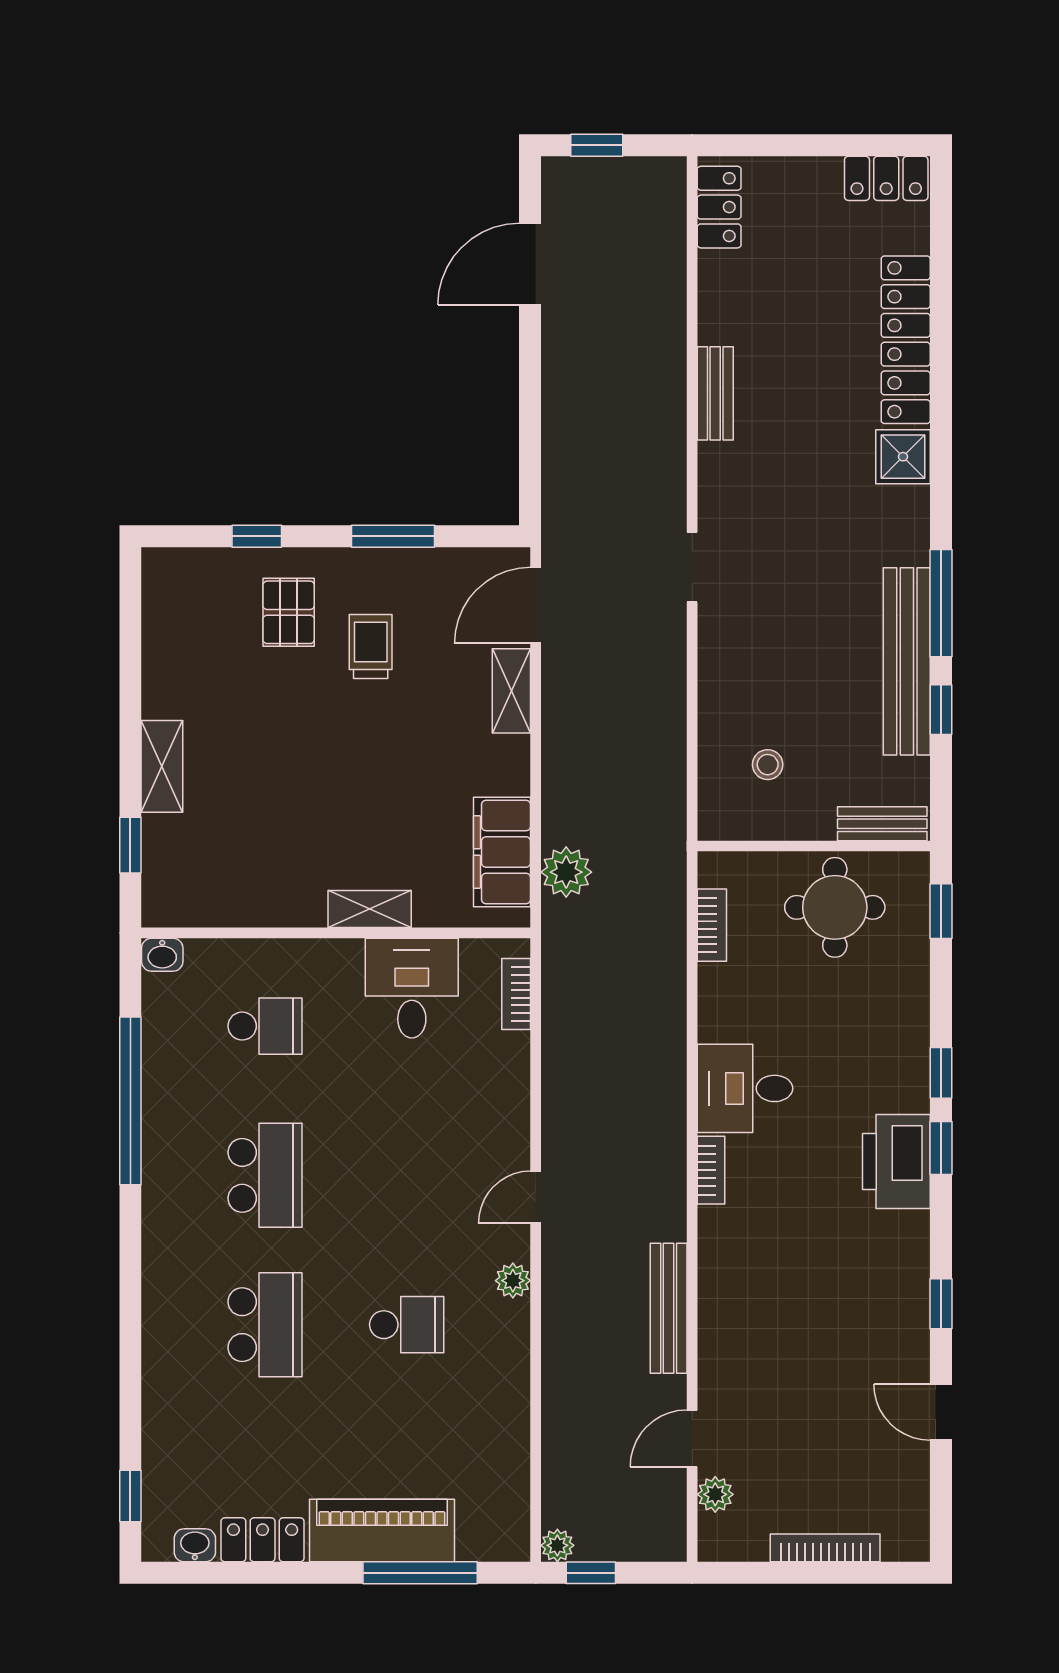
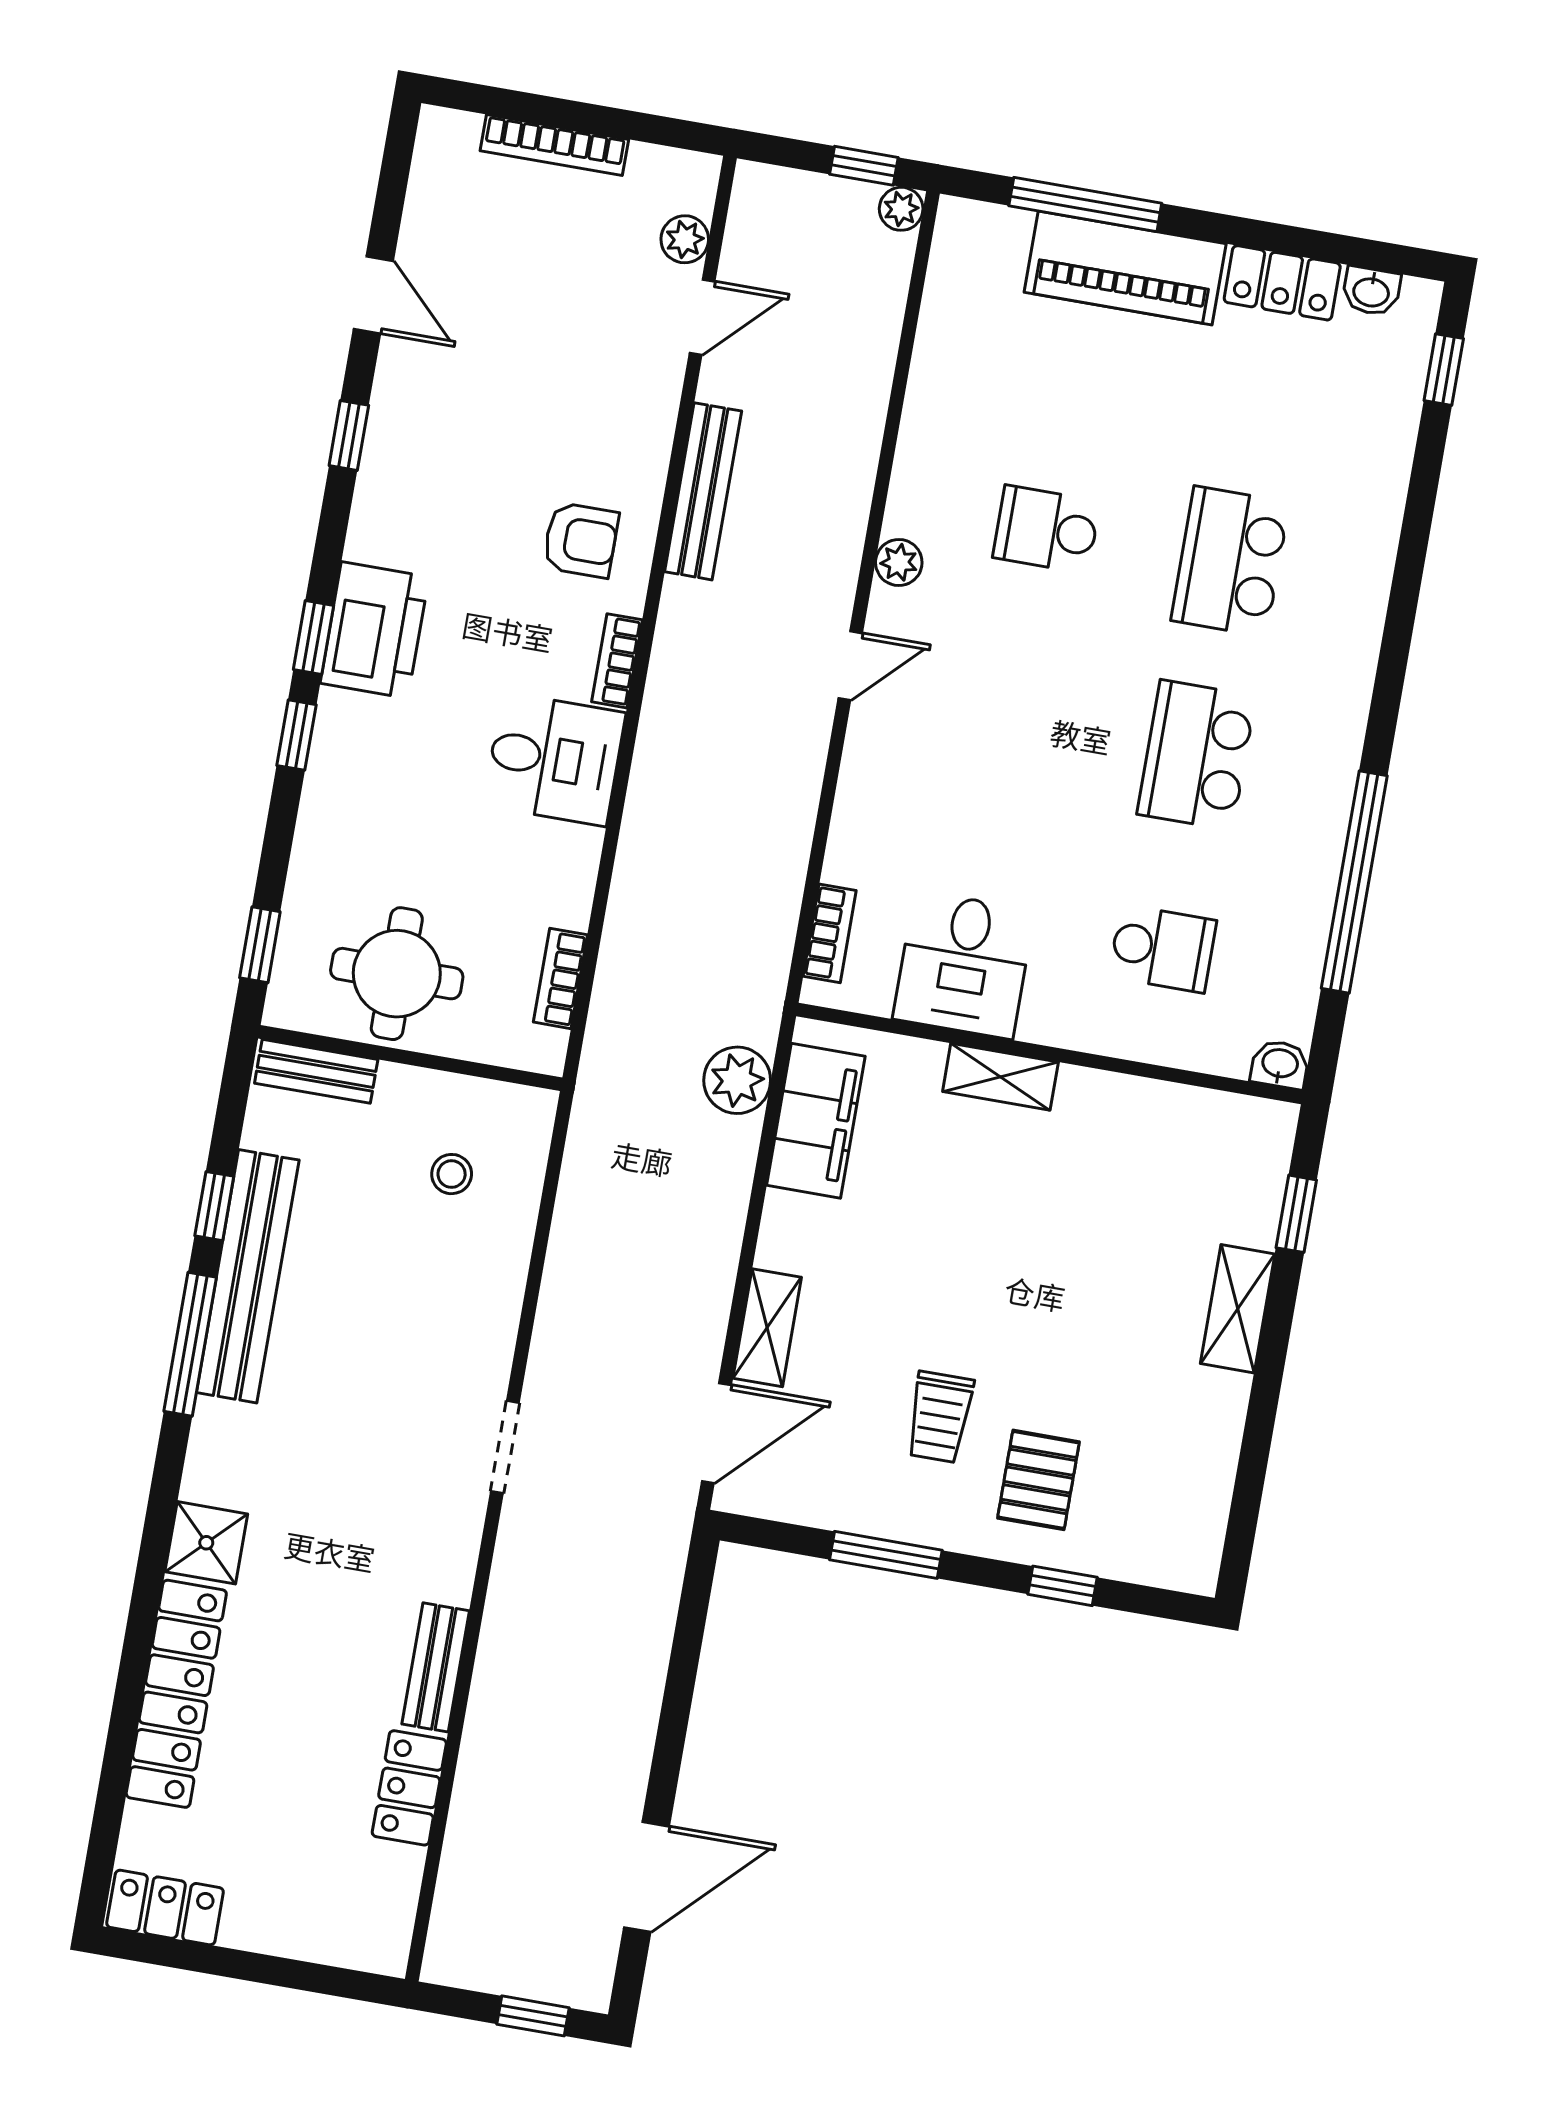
locker: (719, 207) -> (409, 1788), moved
school desk: (265, 1026) -> (1163, 949), turned 180
armchair: (754, 1256) -> (581, 540), added

